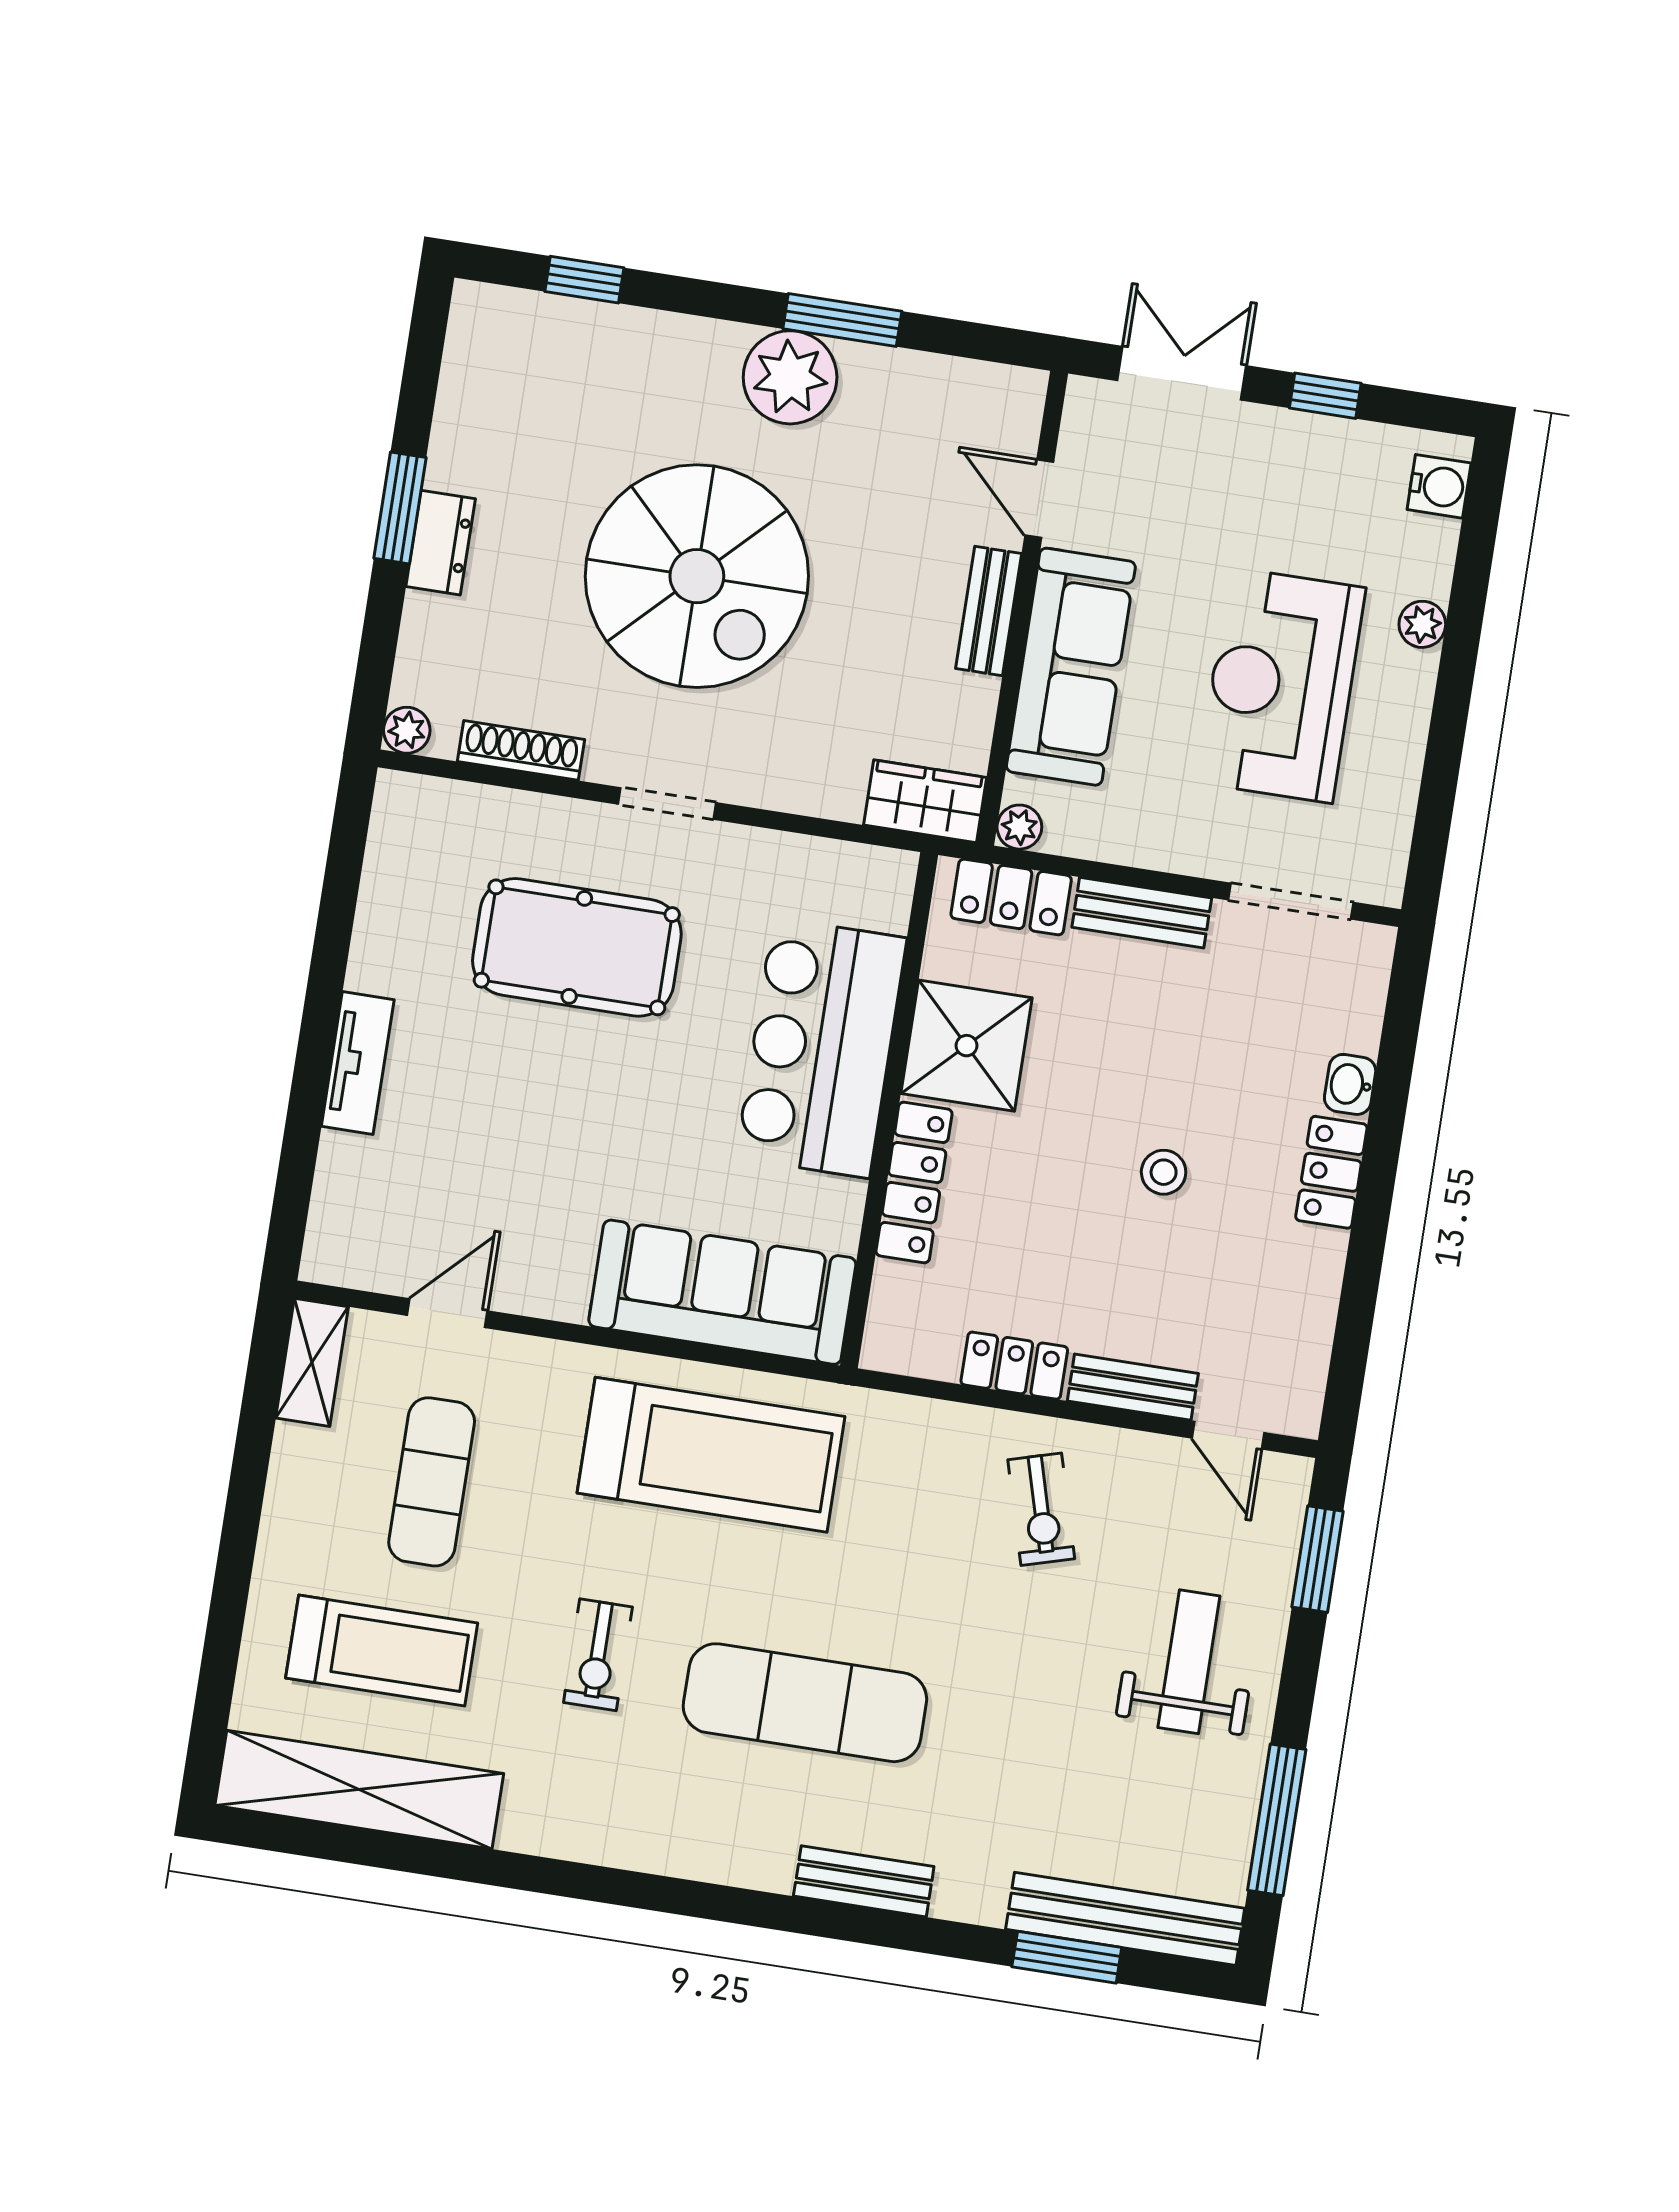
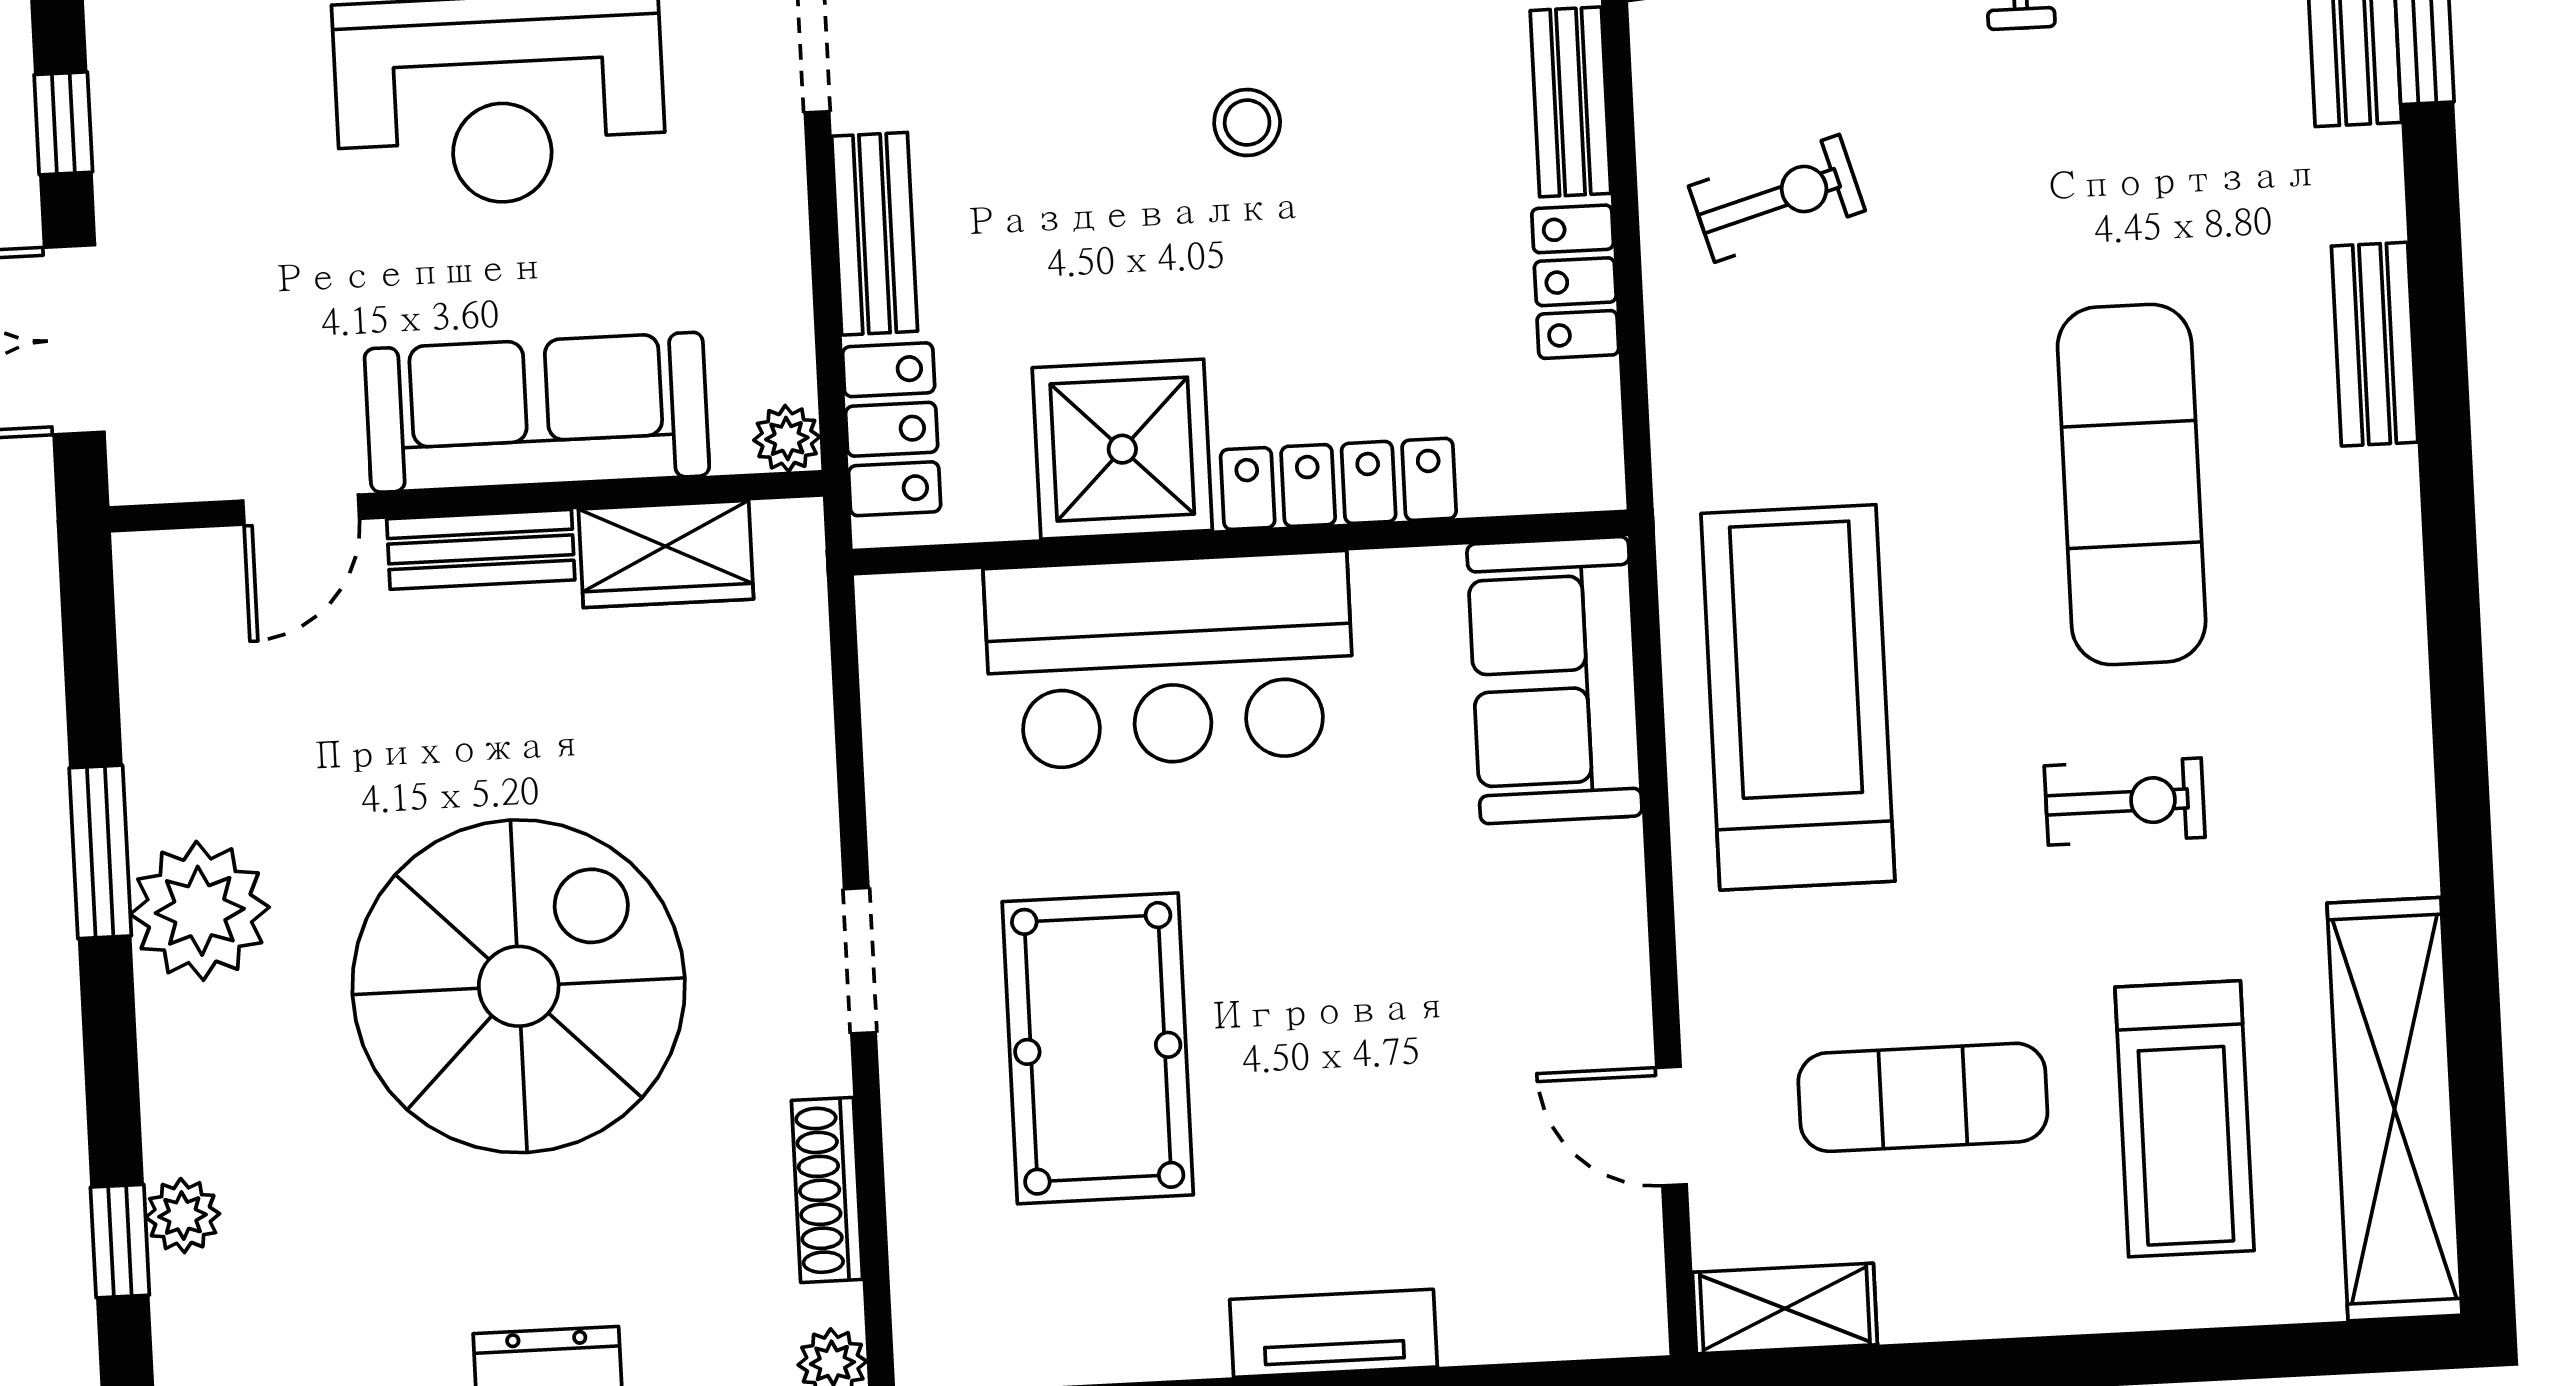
plant: (593, 324) -> (183, 1216), added
wardrobe: (925, 801) -> (666, 554), moved, turned -90
sofa: (722, 1292) -> (1554, 680), width x0.73
treadmill: (382, 1651) -> (2185, 1119), turned 180

